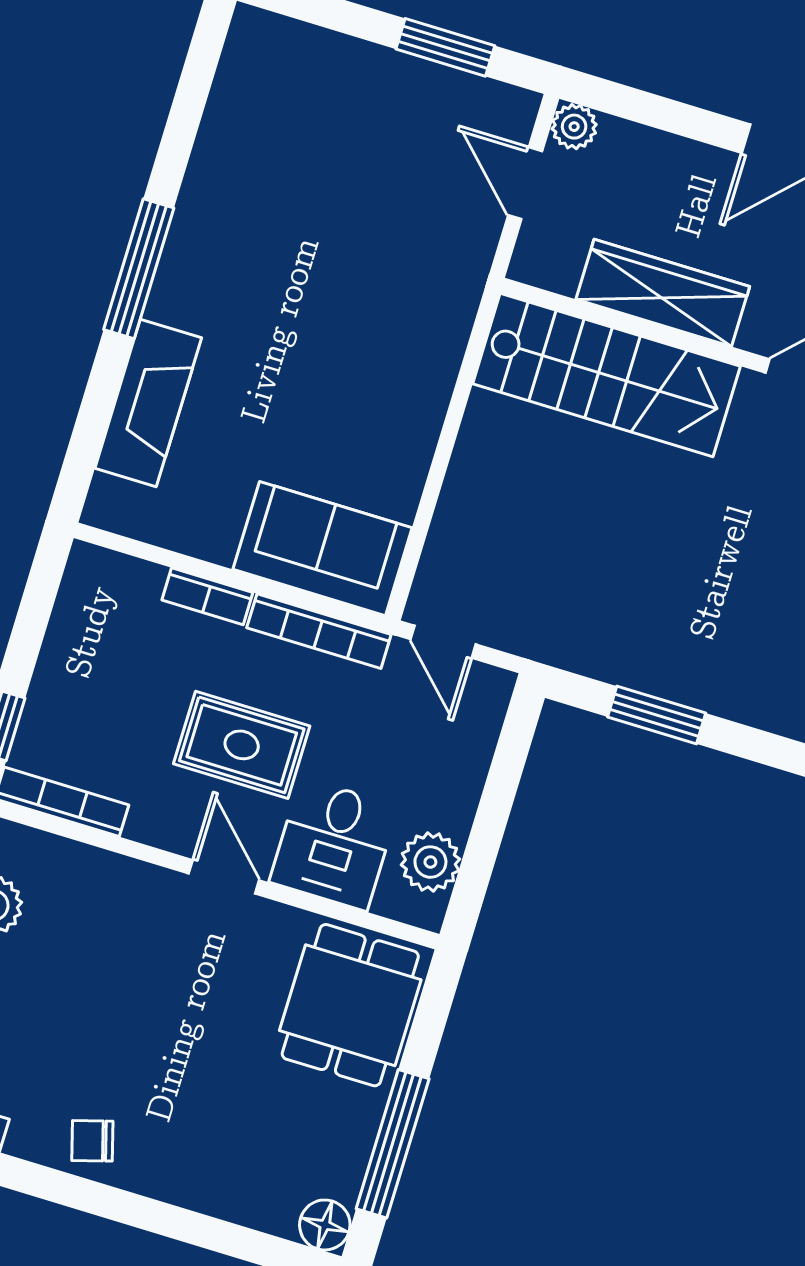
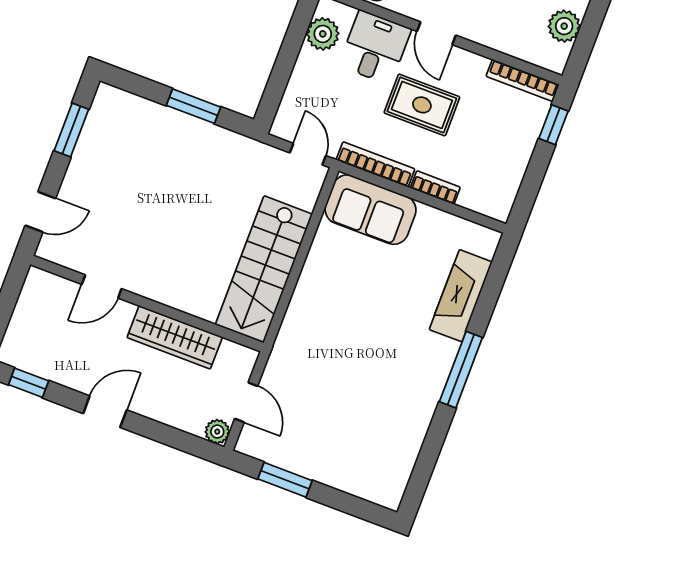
stairs: (607, 375) -> (264, 269), moved, turned -90

